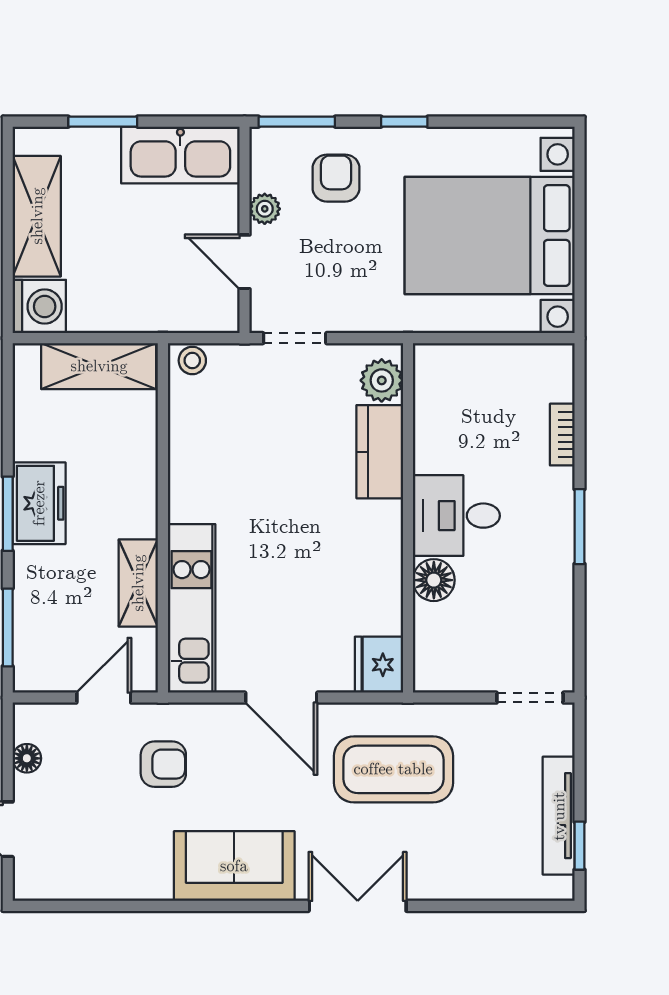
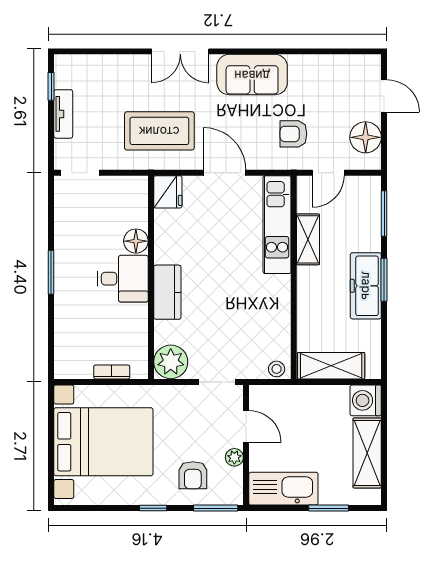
plant: (382, 380) -> (171, 362), width x1.36, depth x1.36
bookcase: (562, 435) -> (112, 372), moved, turned -90
kitchen counter: (380, 452) -> (167, 292), moved
freezer: (39, 503) -> (366, 286), width x1.40
floor lamp: (27, 758) -> (366, 137), width x1.89, depth x1.89
tv unit: (559, 816) -> (63, 114), width x0.71

